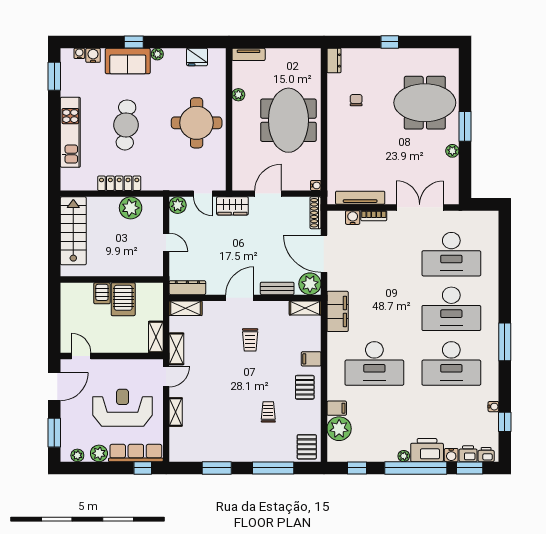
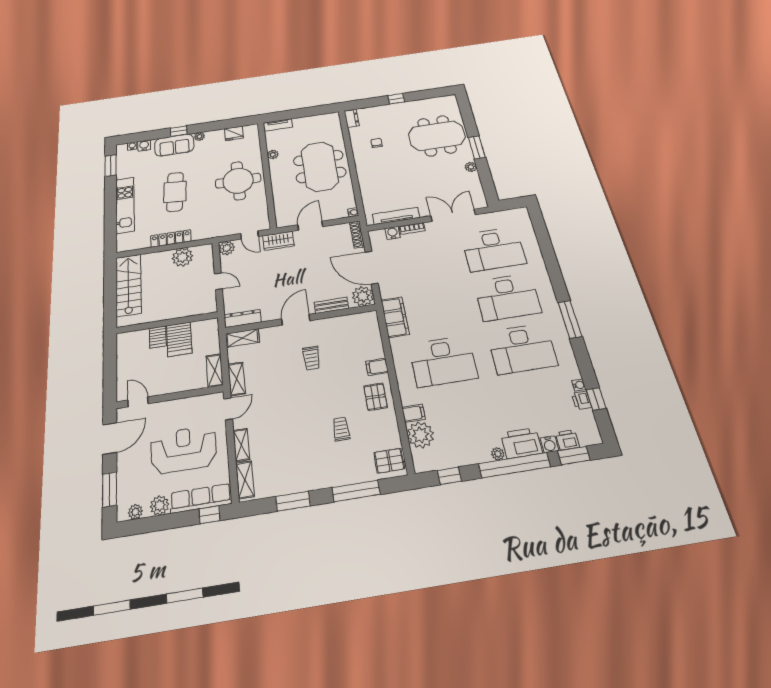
shelving: (305, 308) -> (245, 480), moved, turned 90
pallet: (307, 447) -> (389, 461), turned 90
printer: (486, 455) -> (582, 400), moved, turned -90

